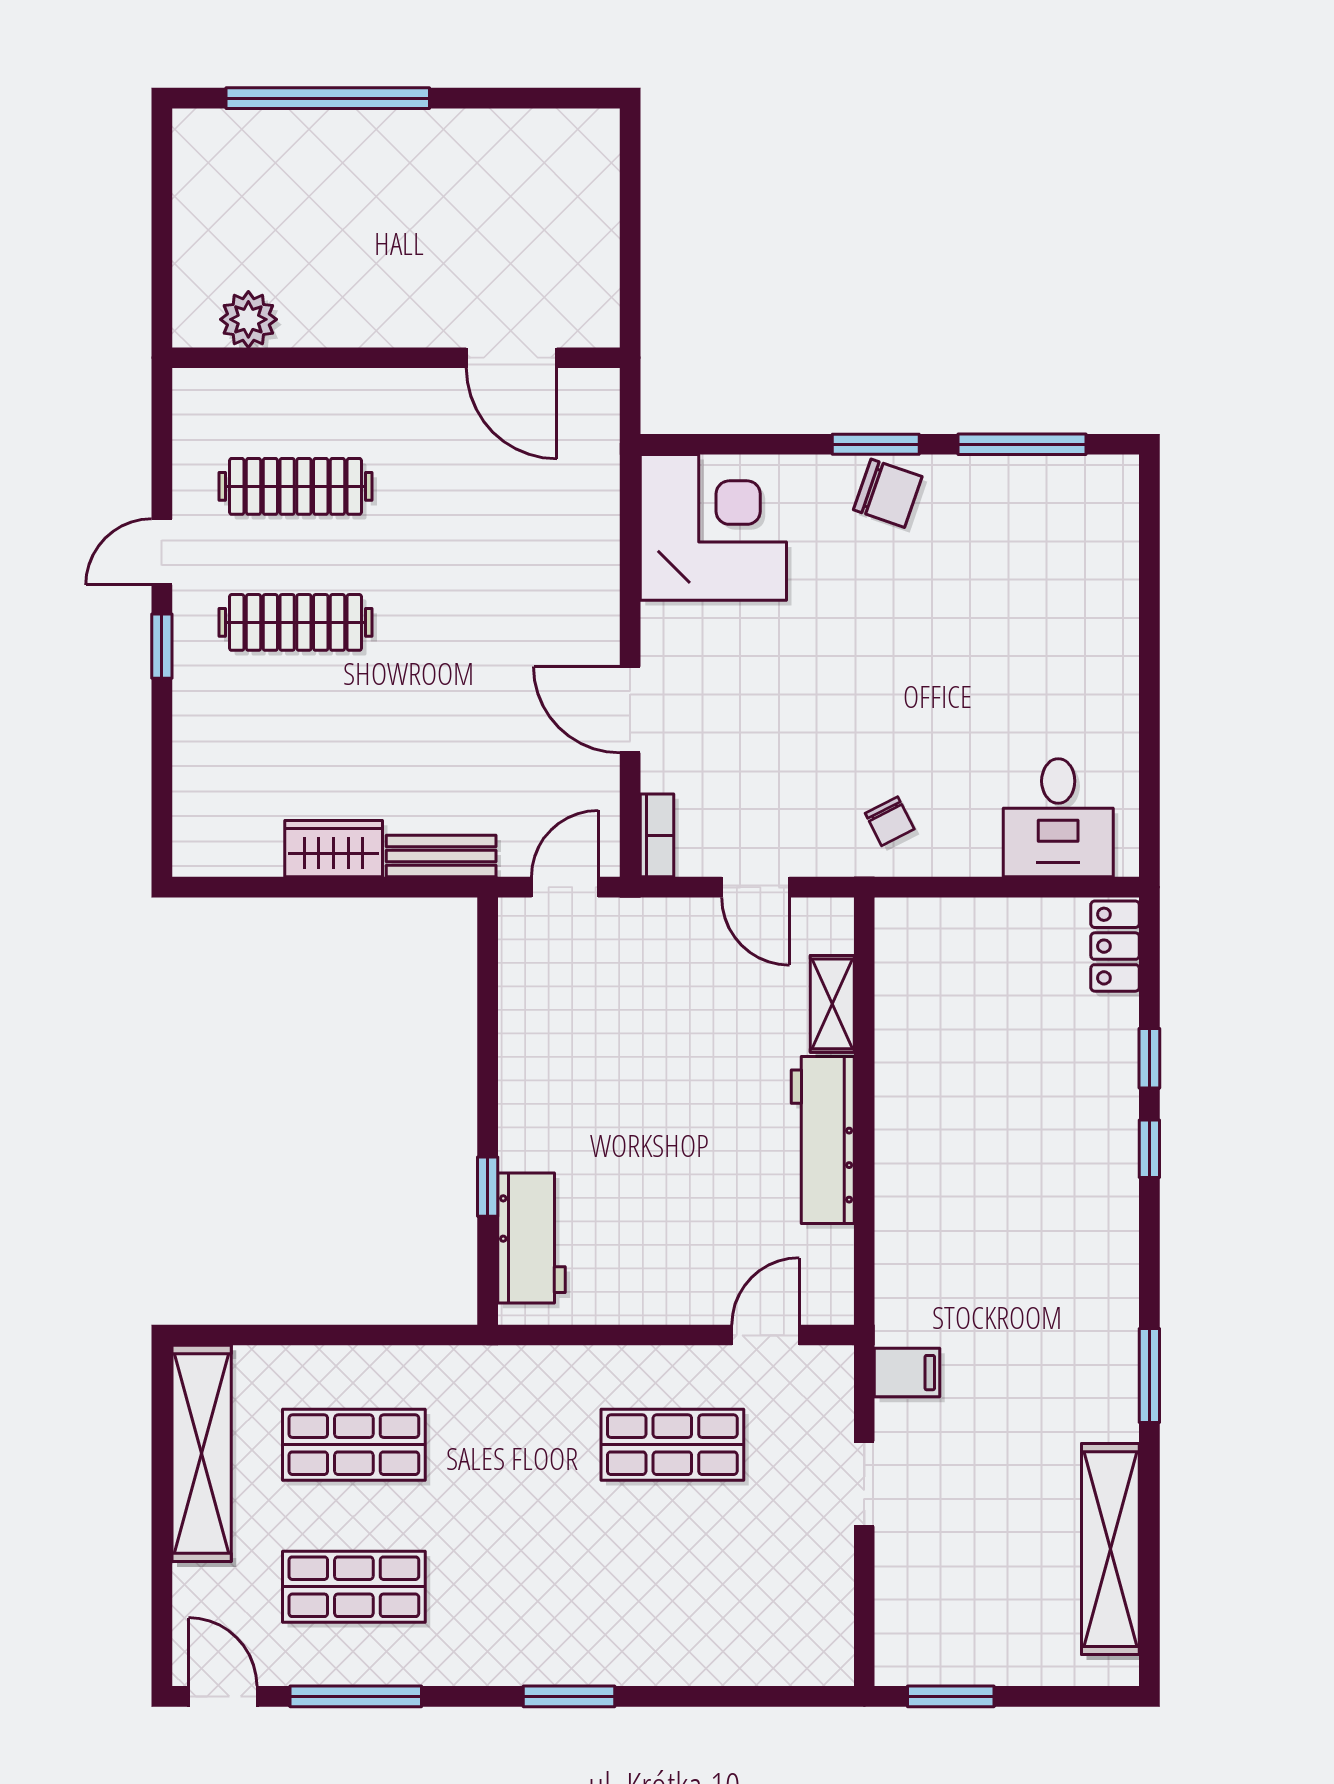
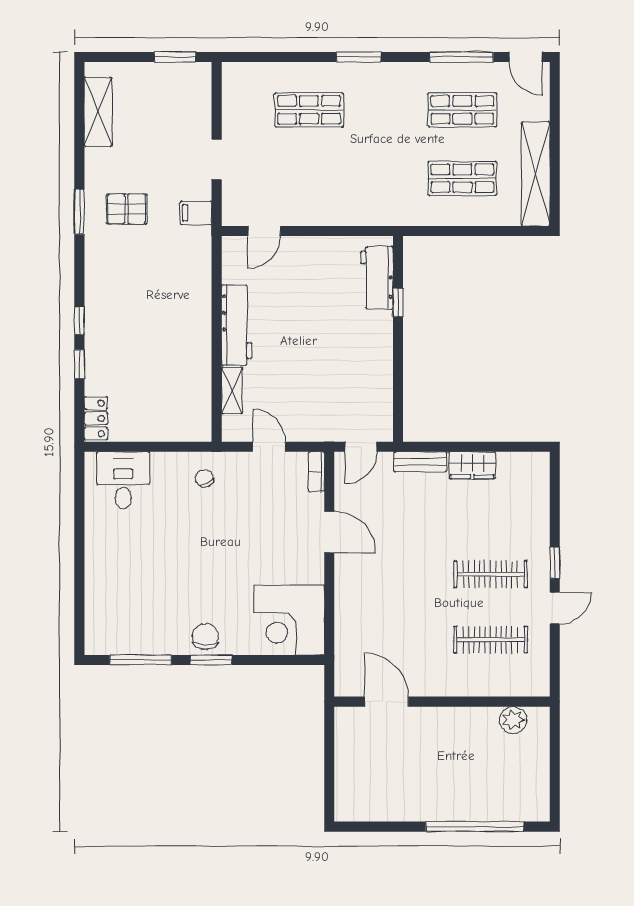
chair: (888, 493) -> (205, 636), turned 71
pallet: (1051, 1381) -> (126, 209), added
shop shelf: (672, 1445) -> (309, 110), moved
shelving: (1110, 1549) -> (98, 112), width x0.68

